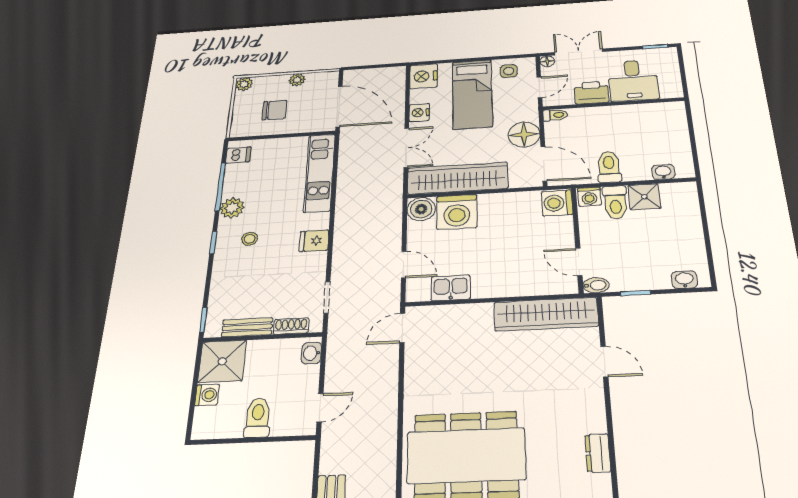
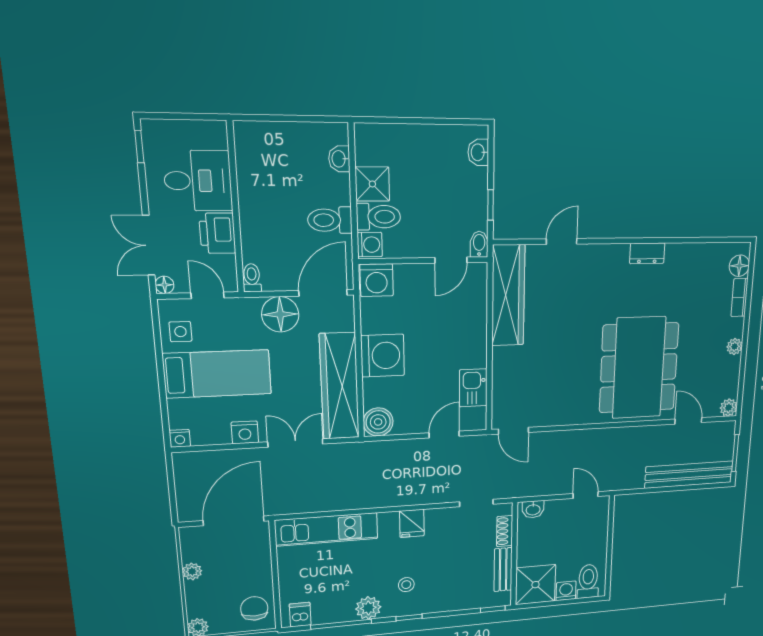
nightstand: (424, 76) -> (180, 438), width x0.53, depth x0.56
chair: (274, 110) -> (254, 608), moved
washing machine: (457, 212) -> (383, 356), moved
toilet: (258, 418) -> (588, 581), moved, turned 90

